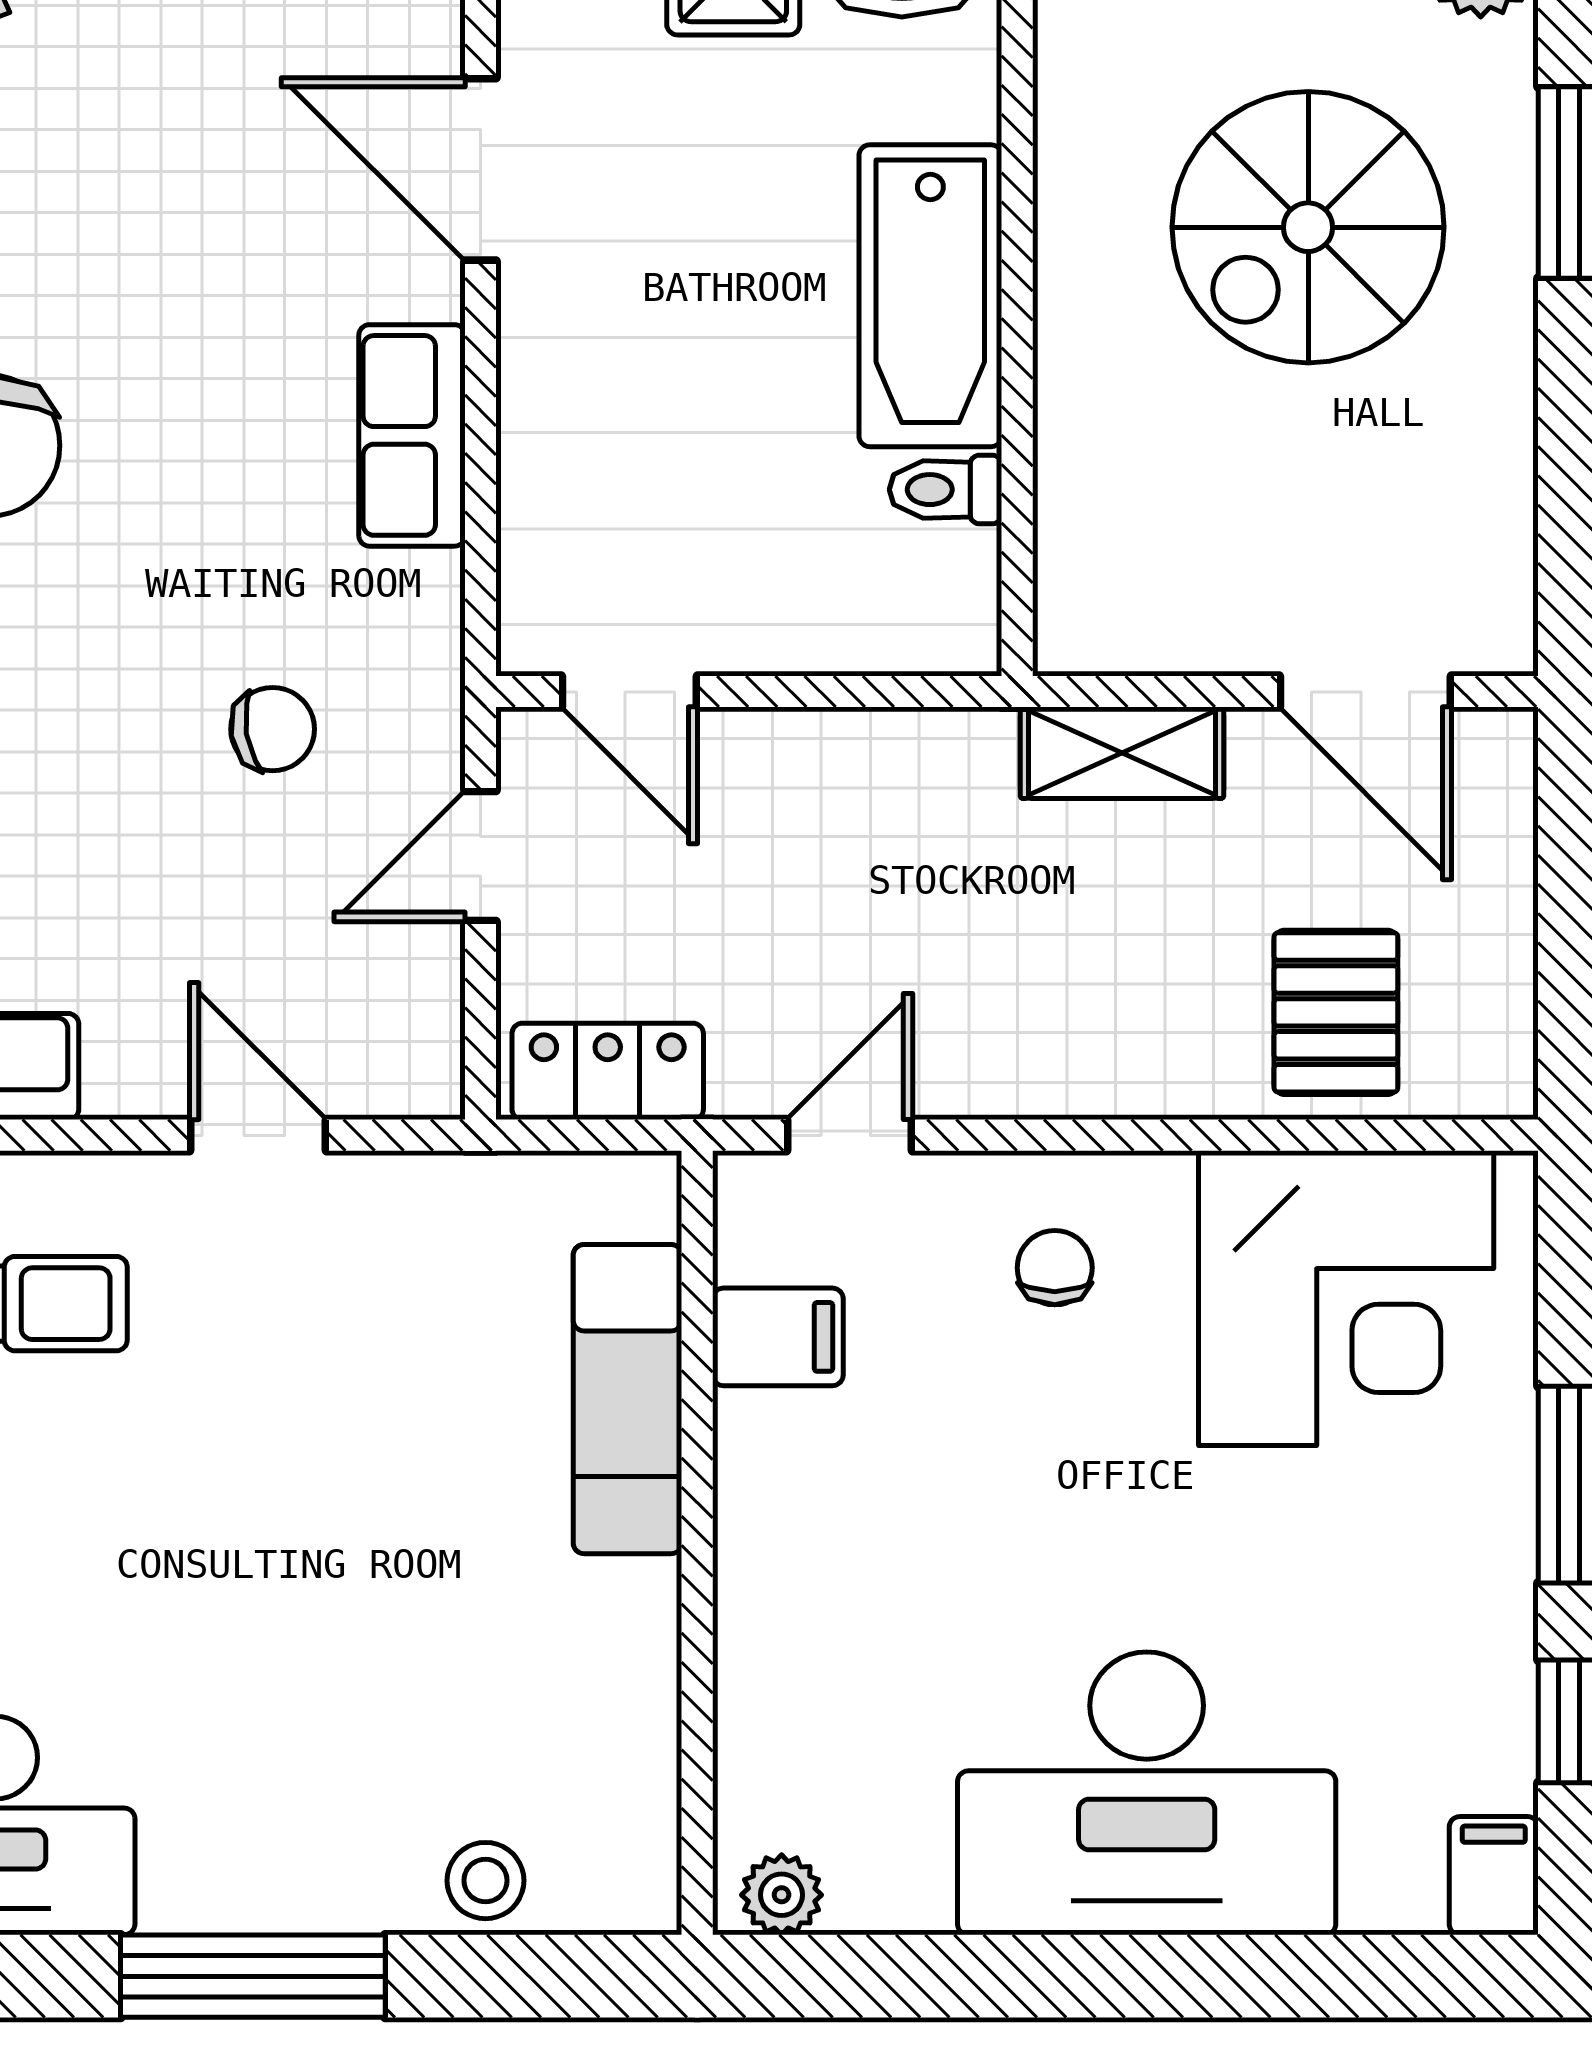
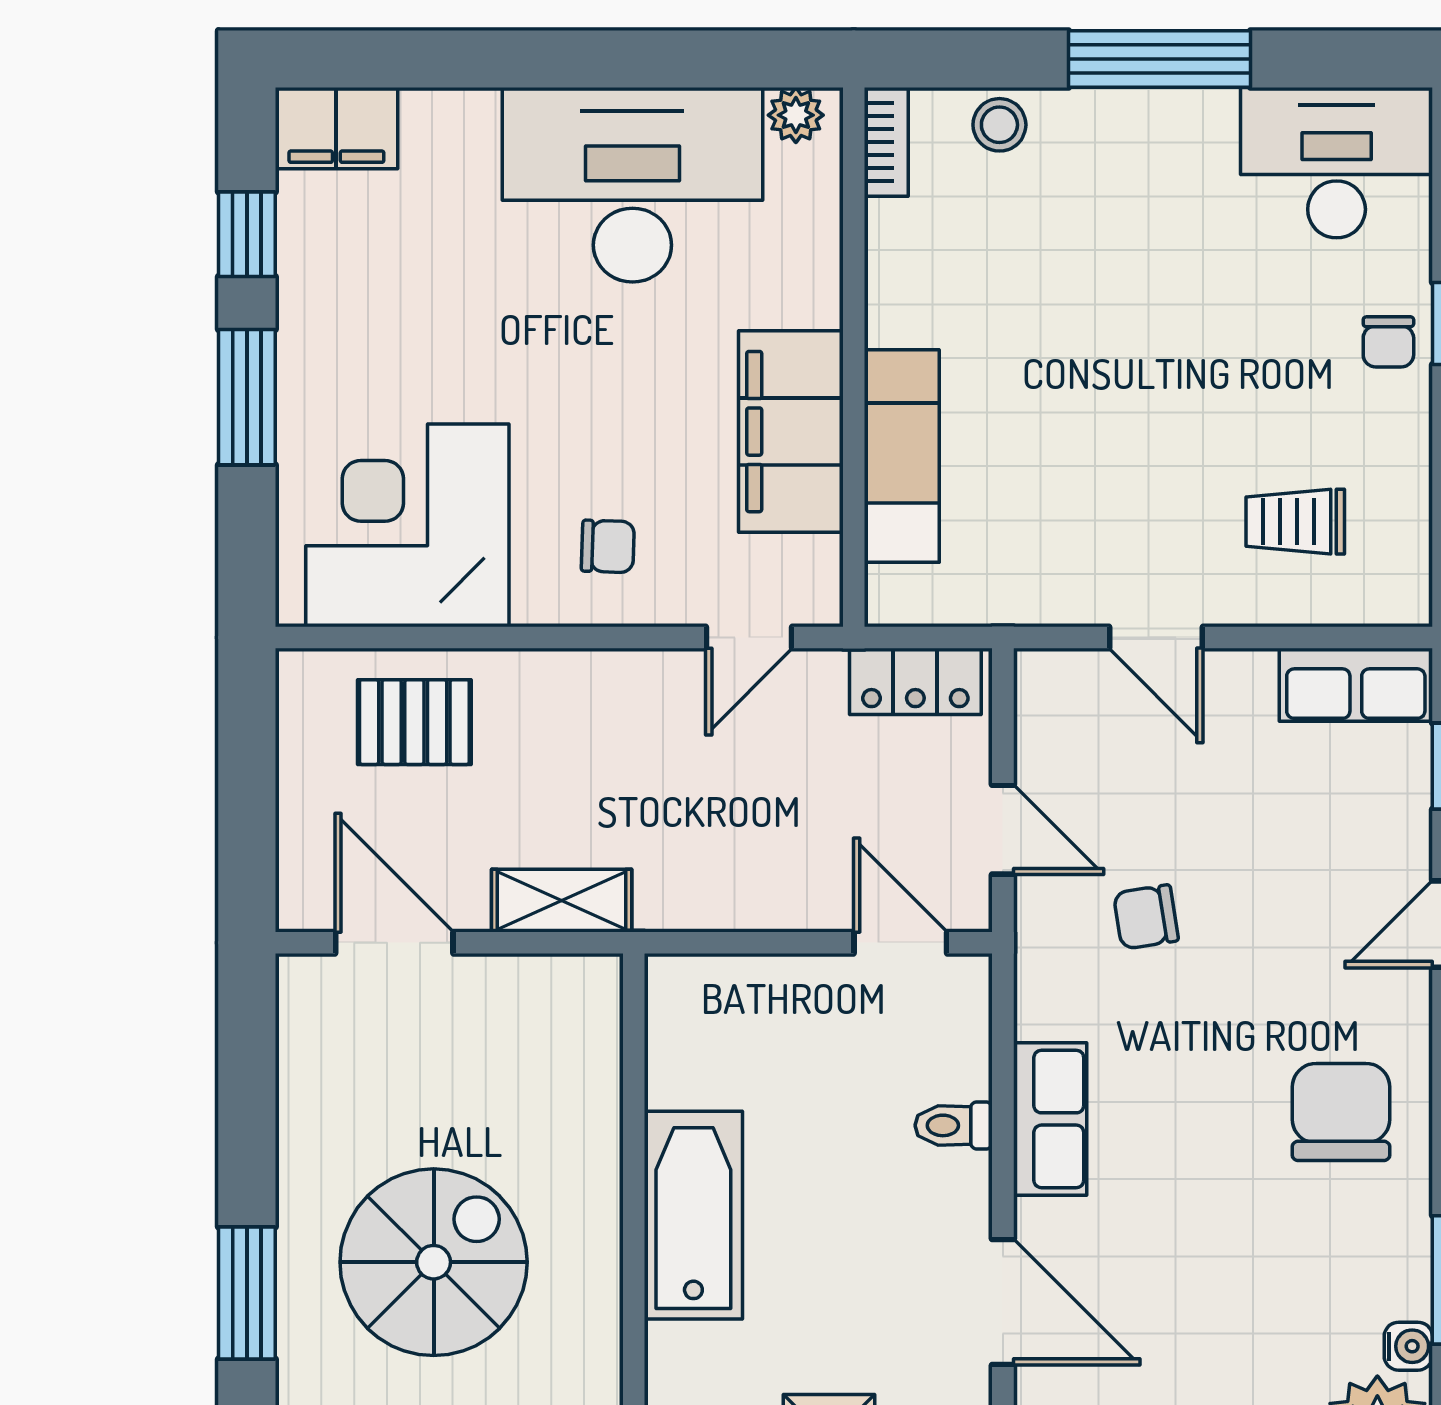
toilet: (946, 490) -> (954, 1125), moved, turned 180
door: (481, 856) -> (1003, 830), hinge flipped
pallet: (1336, 1012) -> (414, 722), turned 90
chair: (1055, 1268) -> (608, 546), turned -88
filing cabinet: (778, 1337) -> (791, 432), width x3.00, depth x1.17
desk: (1147, 1793) -> (632, 185), moved
bookcase: (650, 1856) -> (886, 142), added
filing cabinet: (1494, 1876) -> (336, 128), width x2.00

